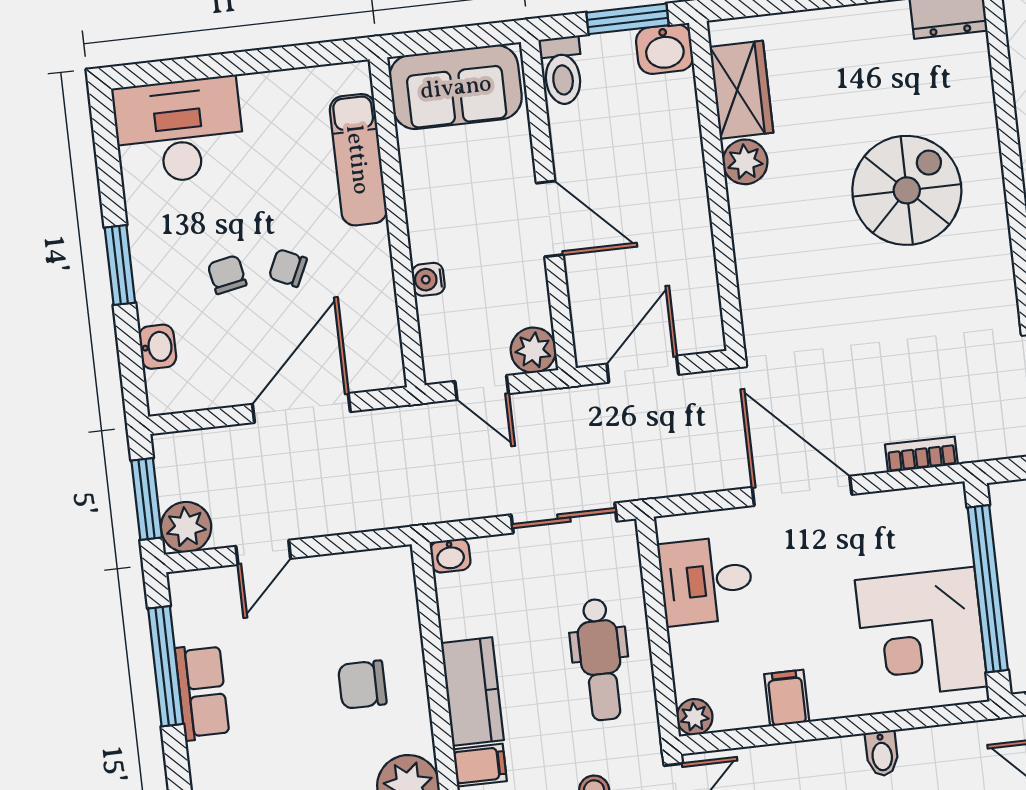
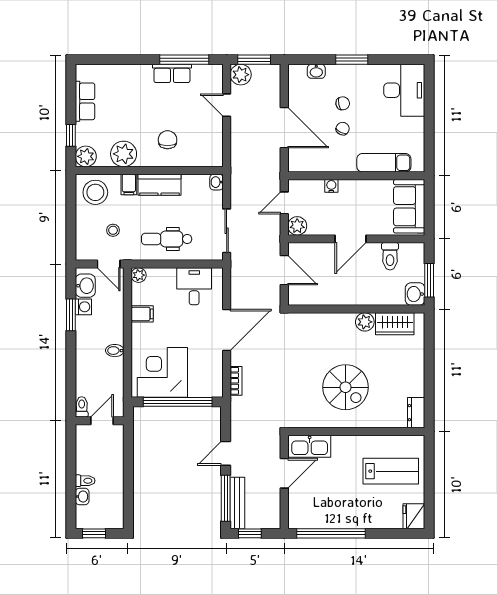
toilet: (562, 71) -> (390, 256), moved, turned -90

